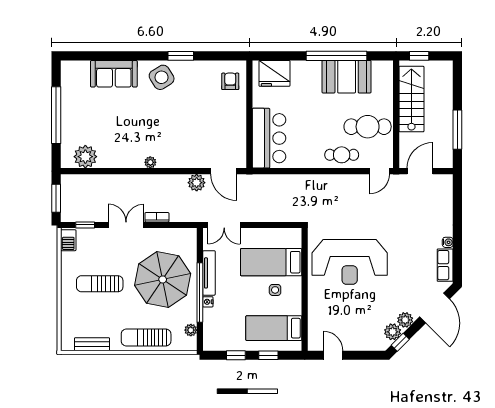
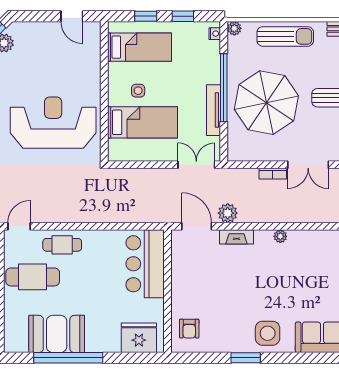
side table: (162, 77) -> (268, 333), turned 32
fireplace: (189, 162) -> (236, 237), added
nightstand: (208, 302) -> (215, 34), moved
plant: (191, 330) -> (234, 28), moved

